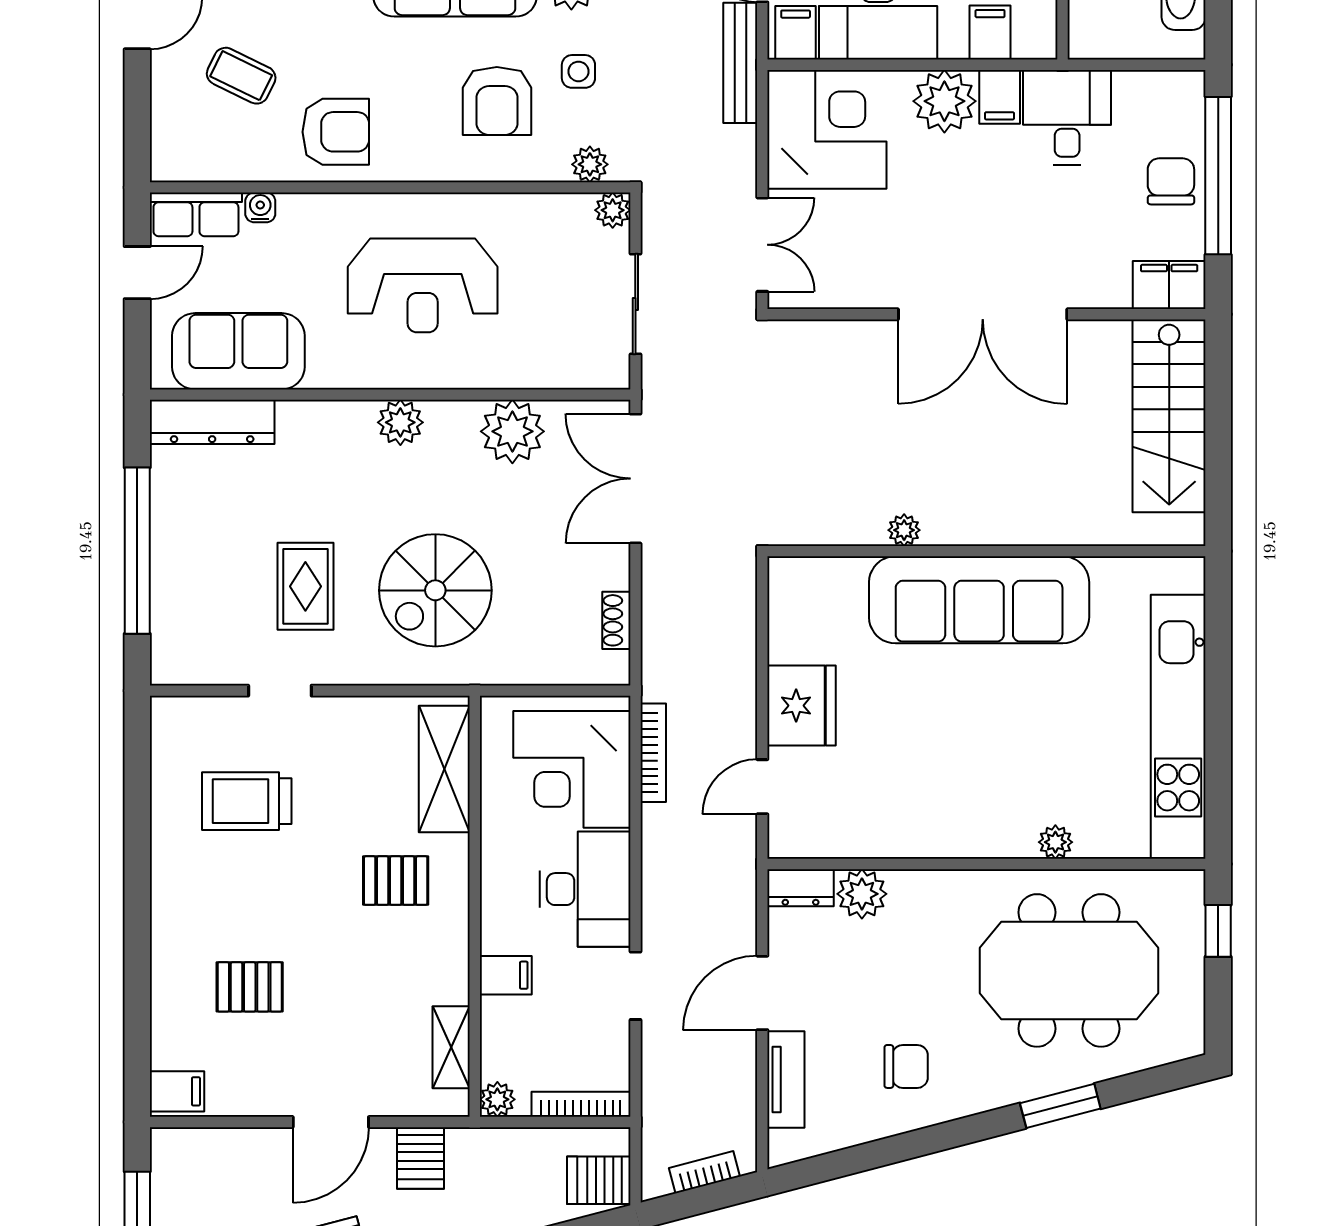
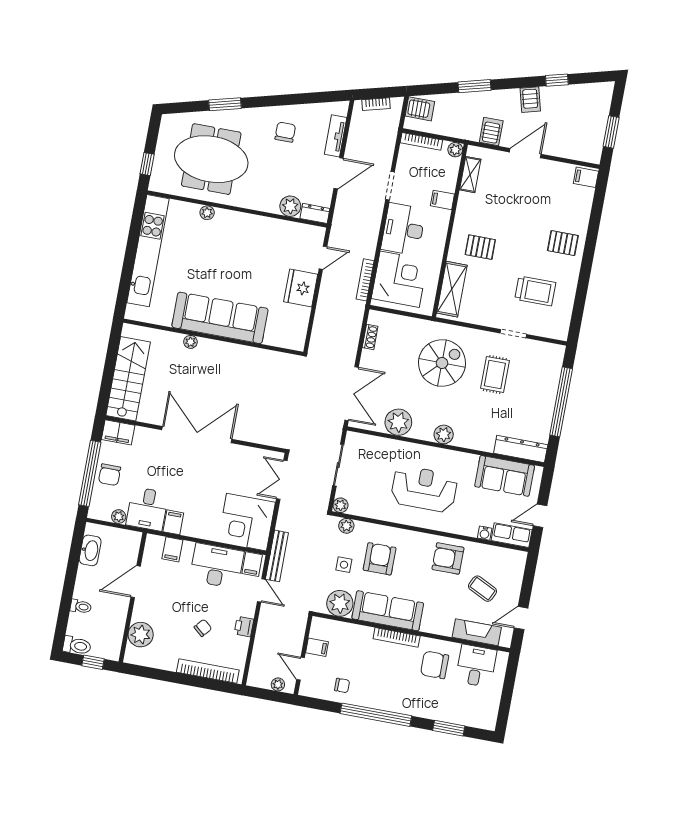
plant: (944, 101) -> (119, 517), moved, width x0.53, depth x0.53
plant: (904, 530) -> (190, 342), moved
pallet: (250, 987) -> (563, 243), moved
chair: (906, 1066) -> (285, 132), turned 90

